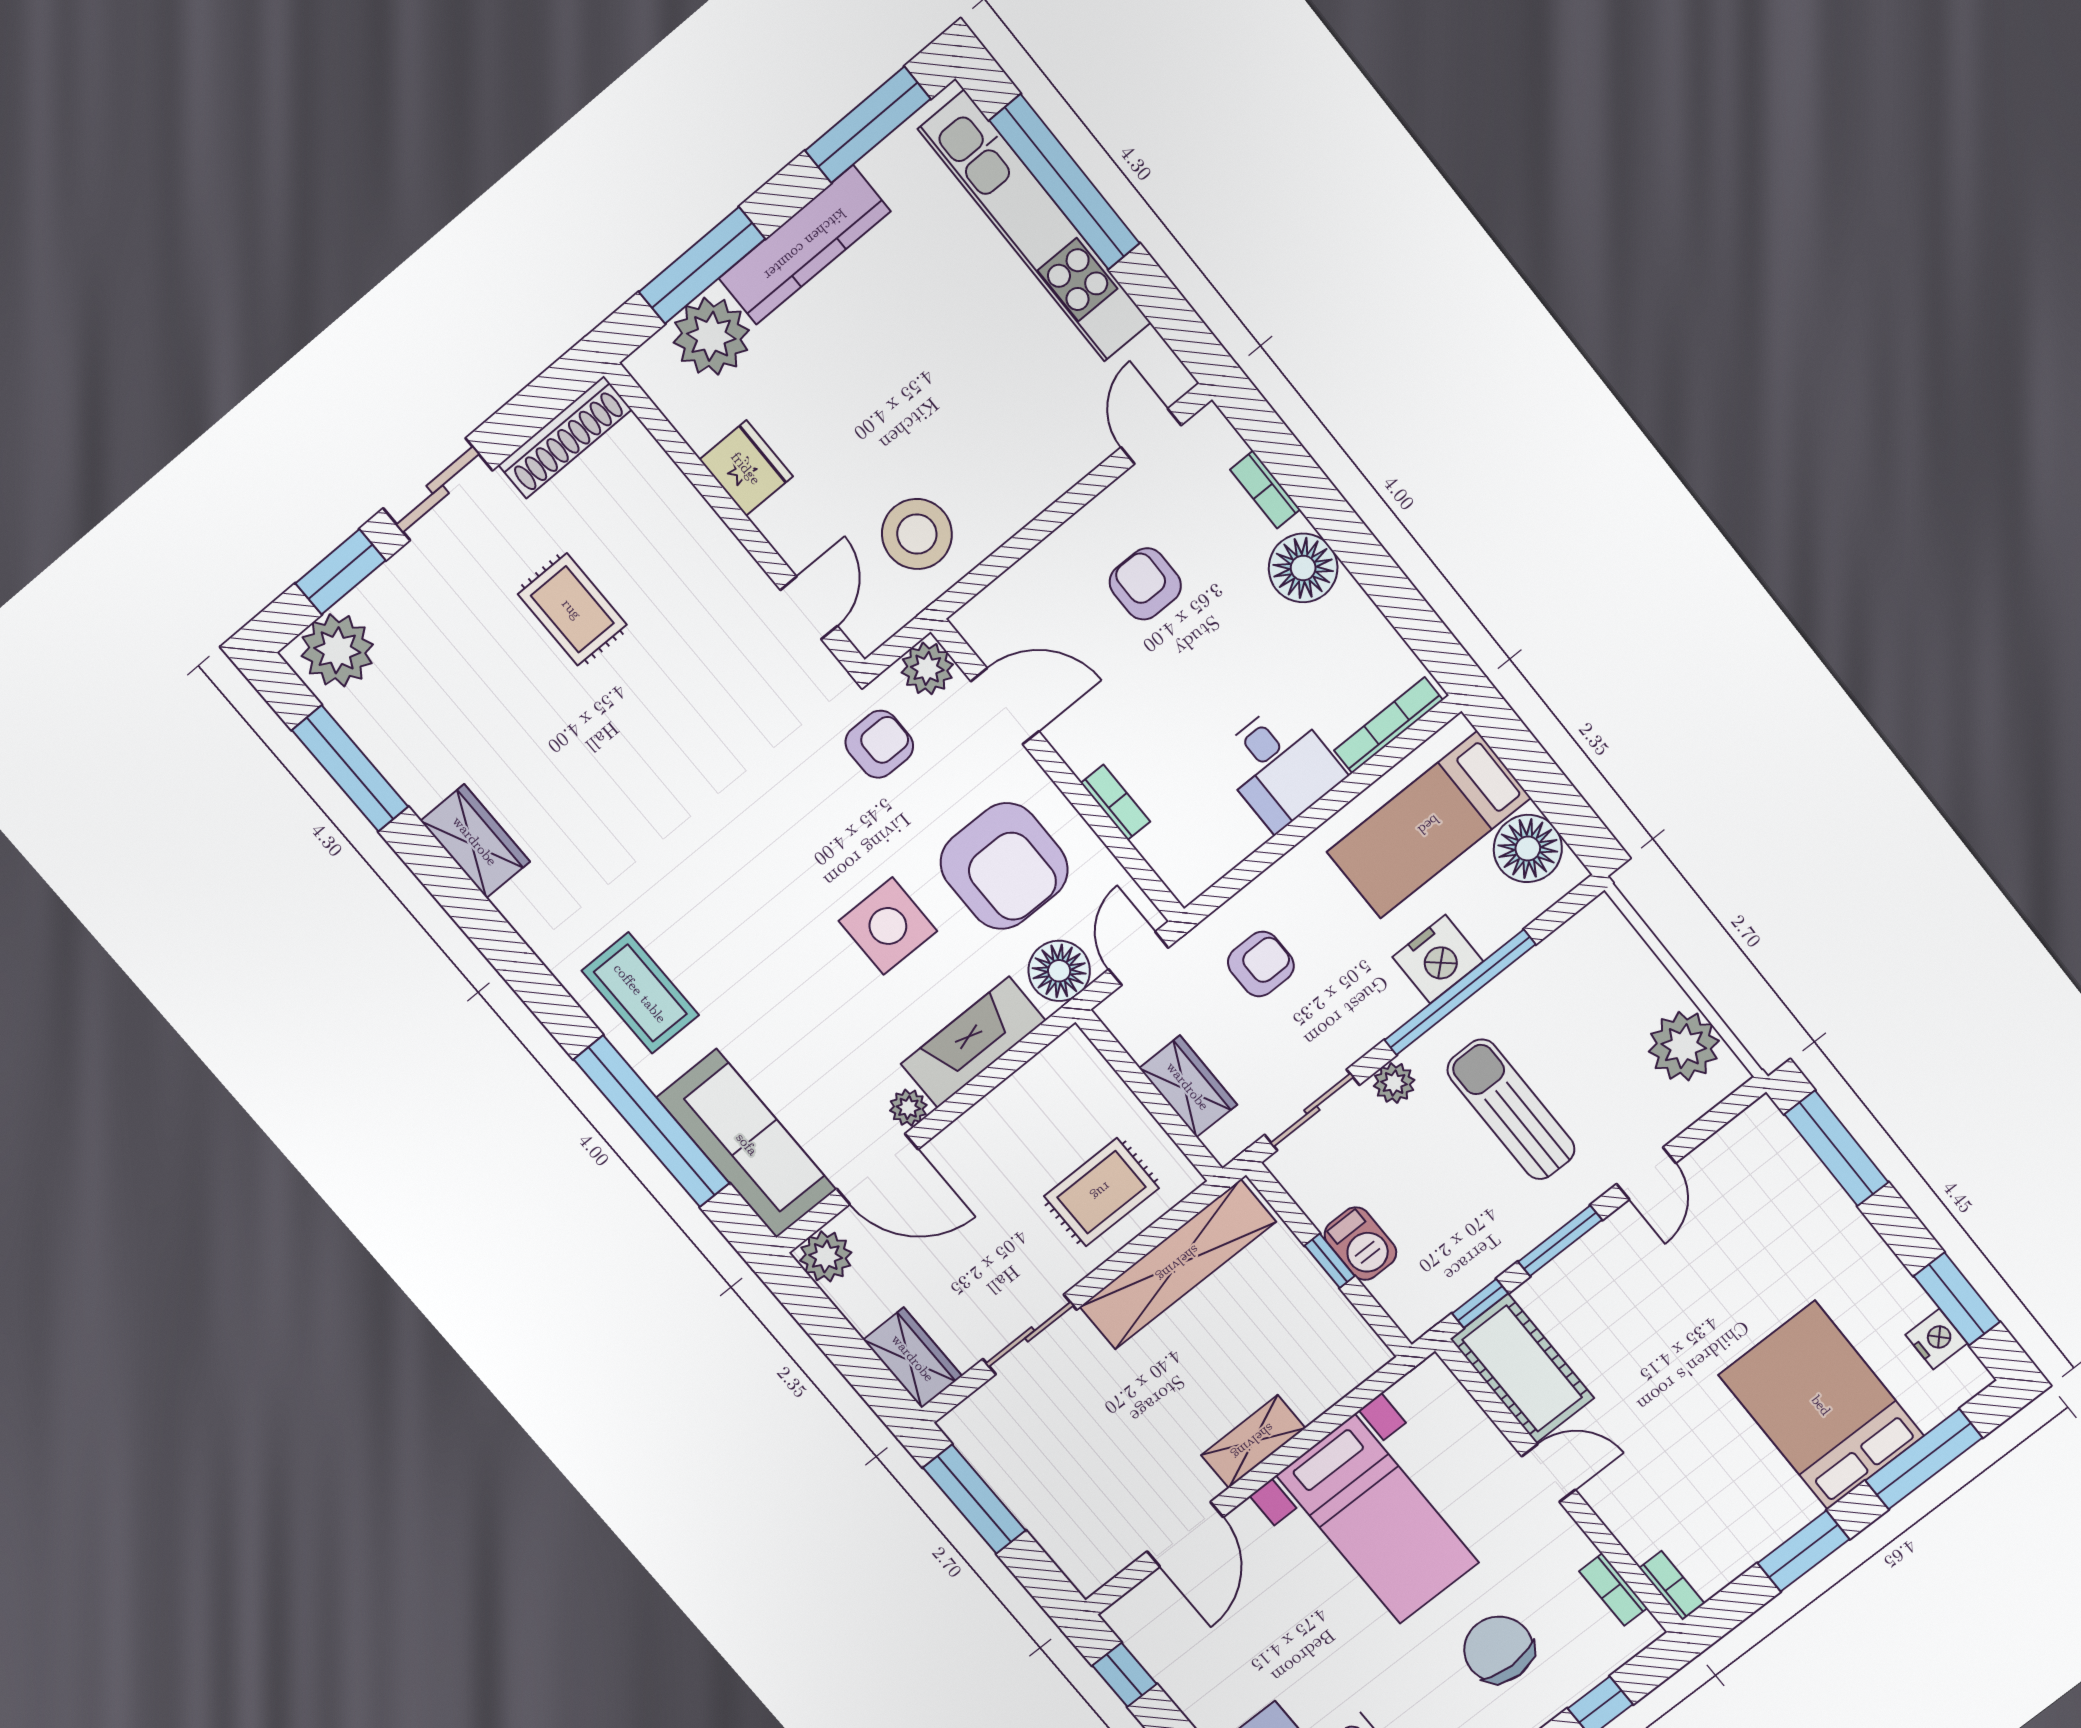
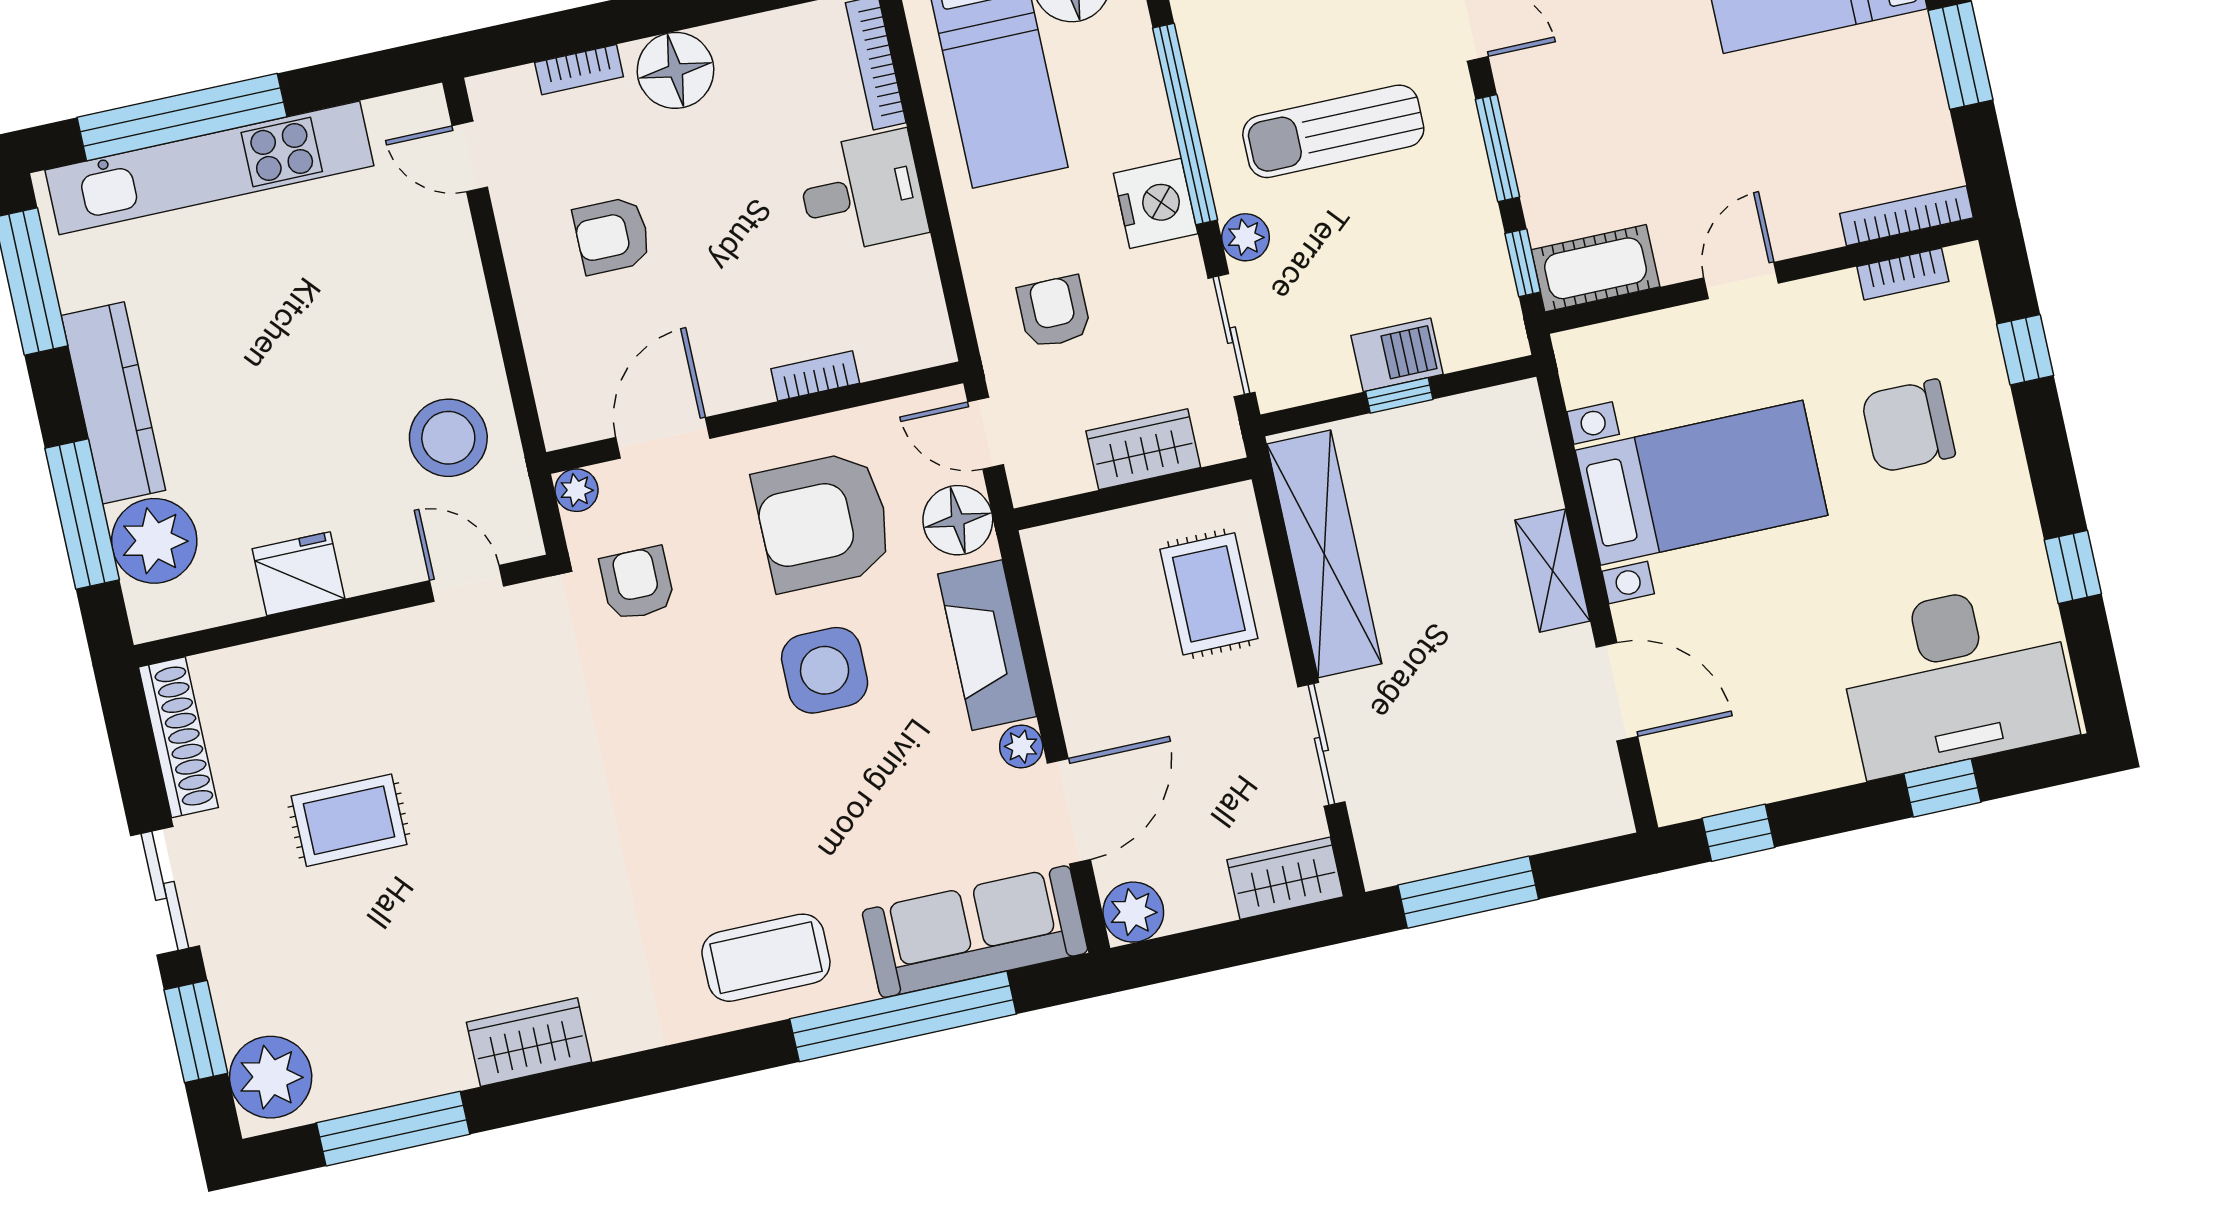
plant: (927, 668) -> (576, 490), width x0.73, depth x0.73
armchair: (1004, 866) -> (823, 521), turned 180
nightstand: (1438, 959) -> (1156, 203), moved
cot: (1522, 1369) -> (1596, 268), width x0.73, depth x0.75
bookcase: (1672, 1586) -> (1907, 216), width x1.56

